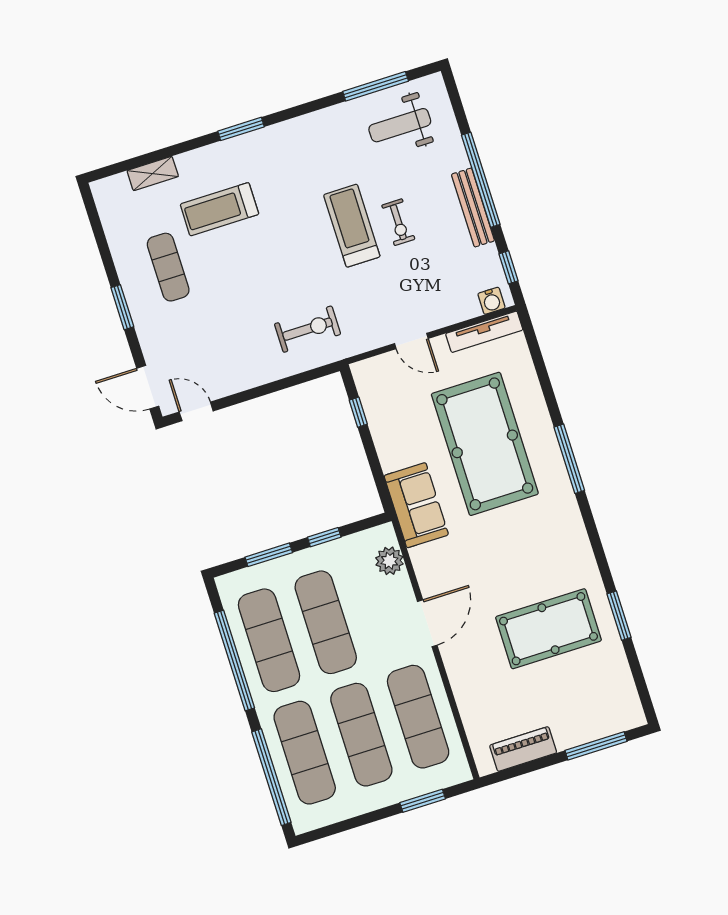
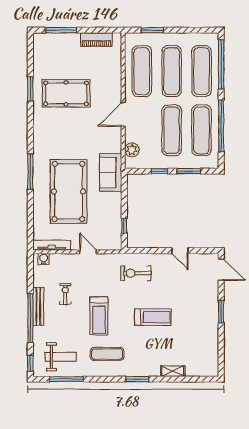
shelving: (153, 174) -> (173, 371), moved
treadmill: (219, 209) -> (153, 317), moved
exercise bike: (398, 222) -> (65, 294), moved
exercise mat: (168, 267) -> (107, 354), moved, turned 90
window: (509, 267) -> (30, 363), moved
door: (196, 411) -> (180, 251), moved

